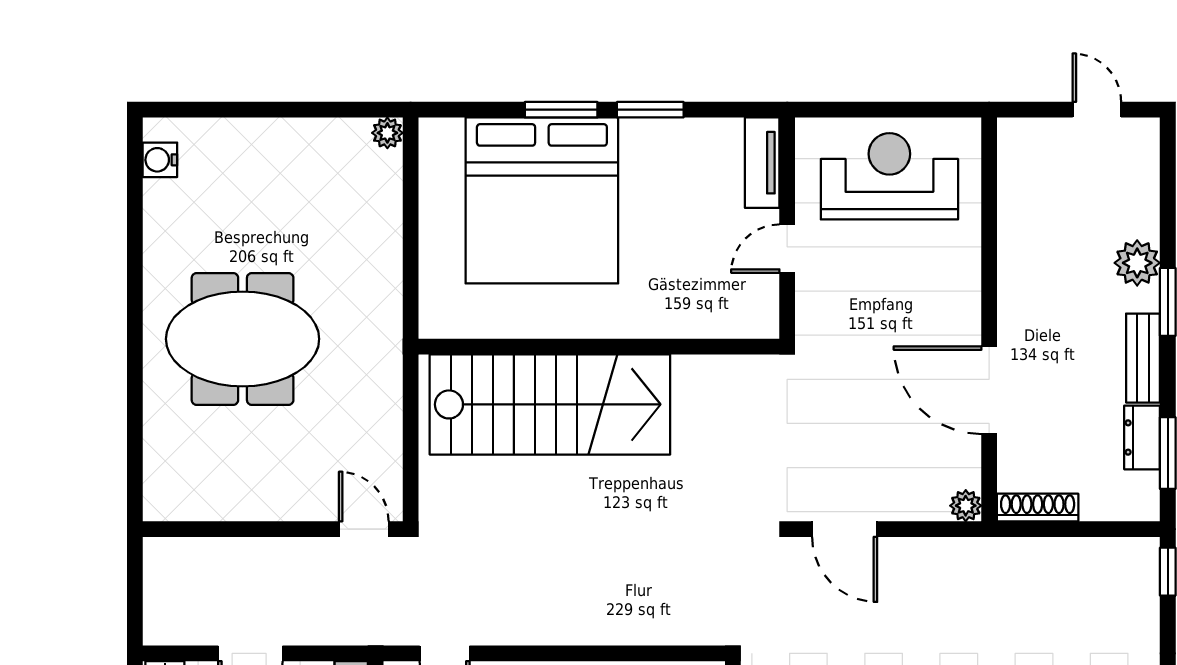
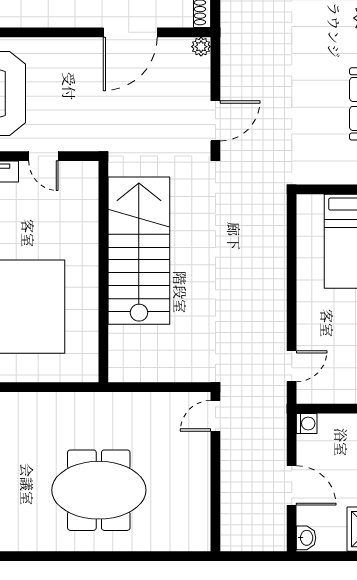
meeting table: (243, 339) -> (99, 490), turned 90
stairs: (550, 404) -> (139, 251), moved

